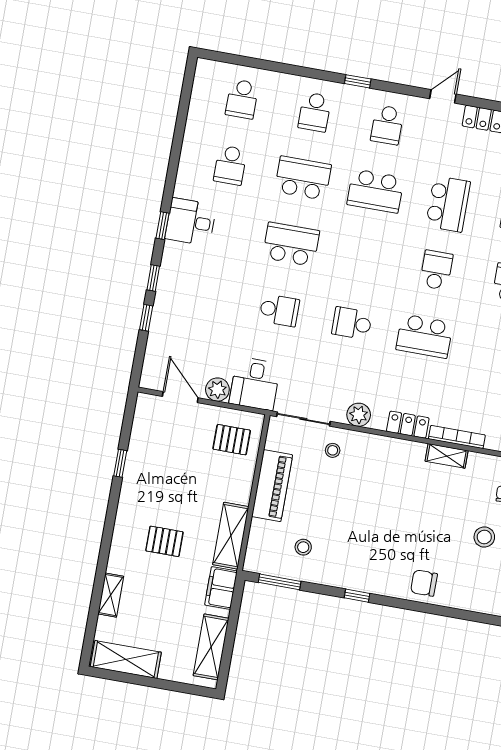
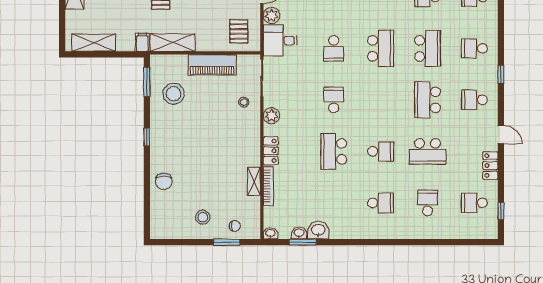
stool: (303, 547) -> (174, 94), width x1.89, depth x1.89
chair: (424, 583) -> (164, 181), turned 180
filing cabinet: (221, 588) -> (142, 42), width x0.50

